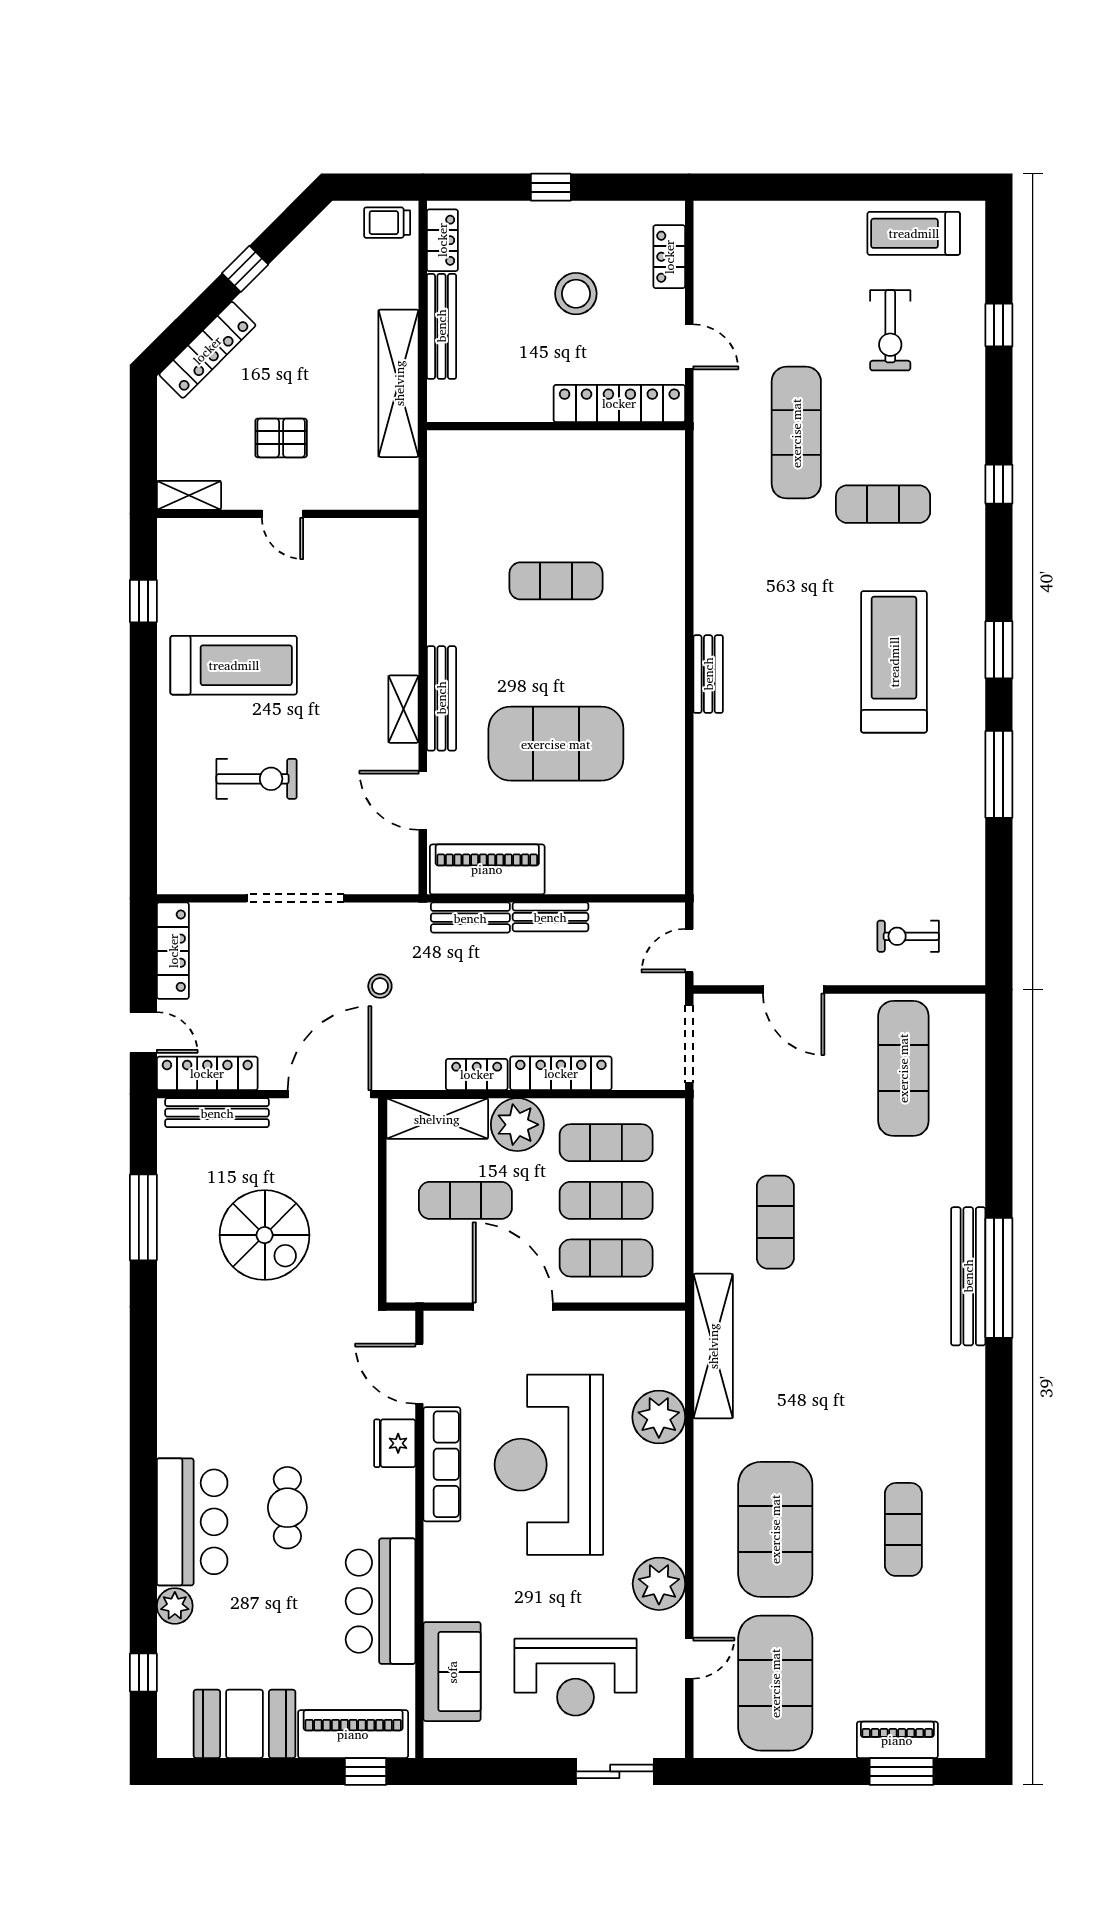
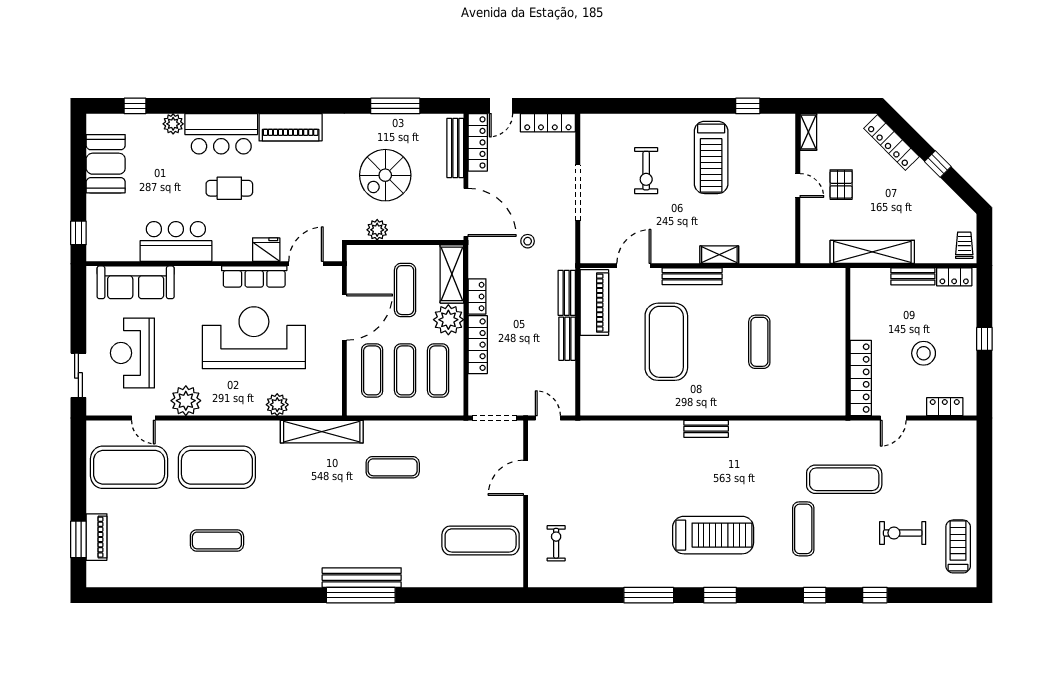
window: (999, 325) -> (875, 595), moved
bench: (441, 326) -> (913, 276), width x0.73
door: (283, 514) -> (798, 185), swing flipped
shelving: (403, 709) -> (719, 255), moved
plant: (360, 1249) -> (377, 230), added
plant: (659, 1417) -> (277, 405), width x0.73, depth x0.73
sofa: (452, 1672) -> (136, 282), width x1.36
piano: (353, 1734) -> (291, 127), moved, turned 90

